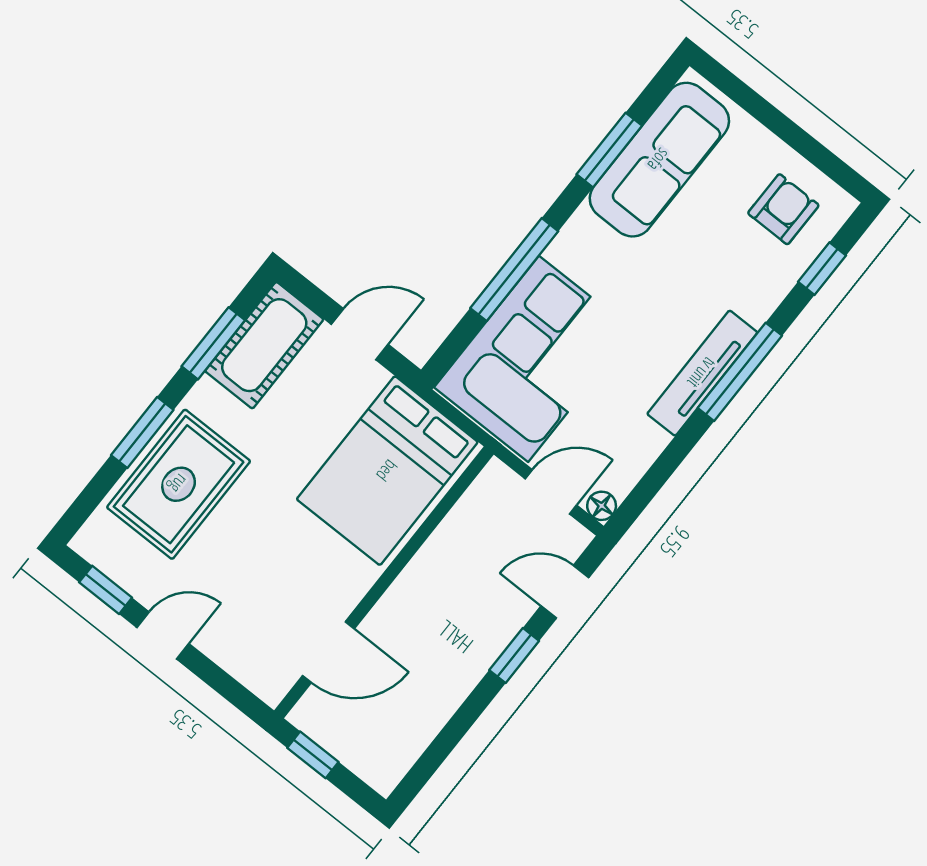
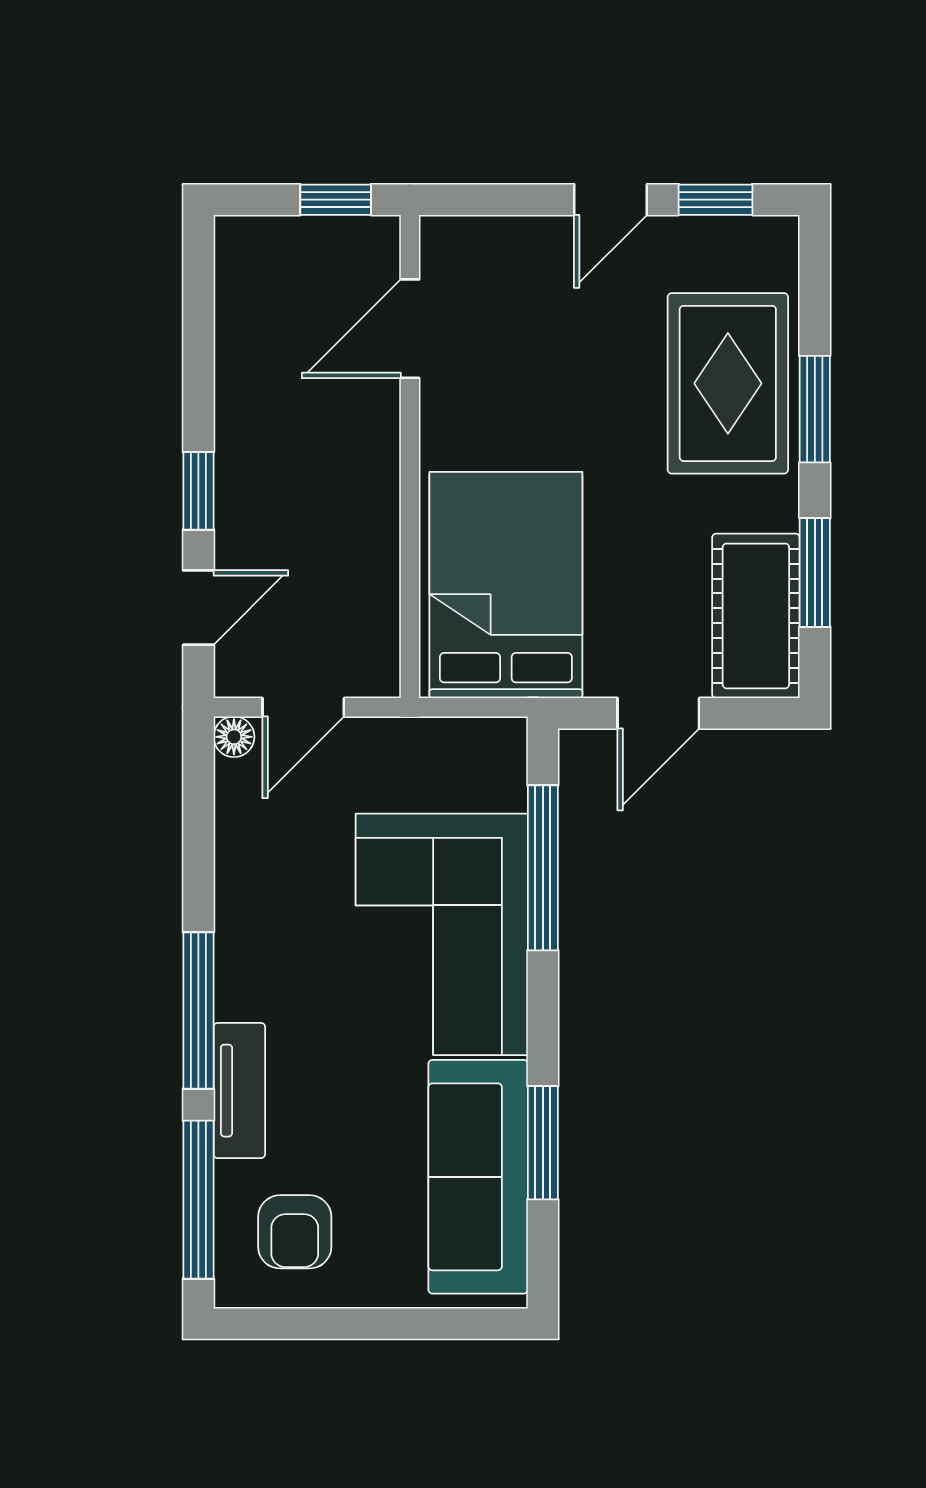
window: (822, 269) -> (198, 1200), width x2.17
window: (514, 270) -> (543, 868), moved
corner sofa: (533, 359) -> (442, 934), moved
tv unit: (702, 373) -> (239, 1091), moved, width x0.71

